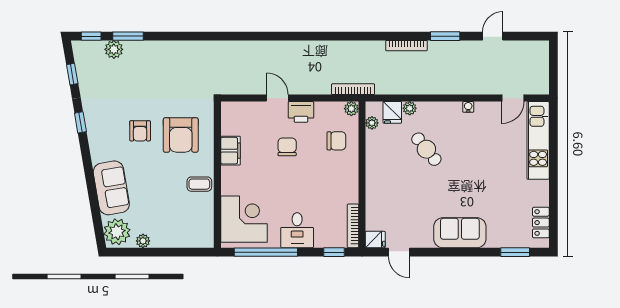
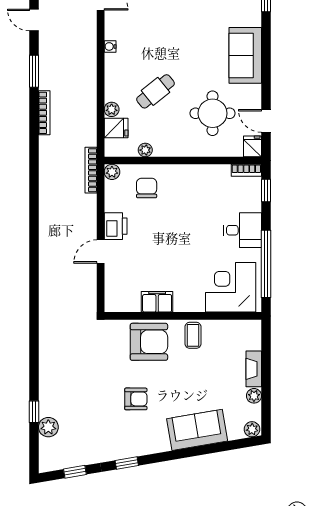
window: (91, 36) -> (34, 452), removed
window: (128, 36) -> (34, 412), width x0.67
plant: (372, 123) -> (145, 150), moved
armchair: (181, 135) -> (149, 342), moved
chair: (287, 147) -> (153, 241), removed
round table: (406, 202) -> (213, 113), added
bookcase: (353, 226) -> (246, 170), width x0.64
plant: (117, 232) -> (252, 429), width x0.53, depth x0.53
fireplace: (168, 241) -> (254, 369), added
door: (399, 252) -> (266, 121), swing flipped

